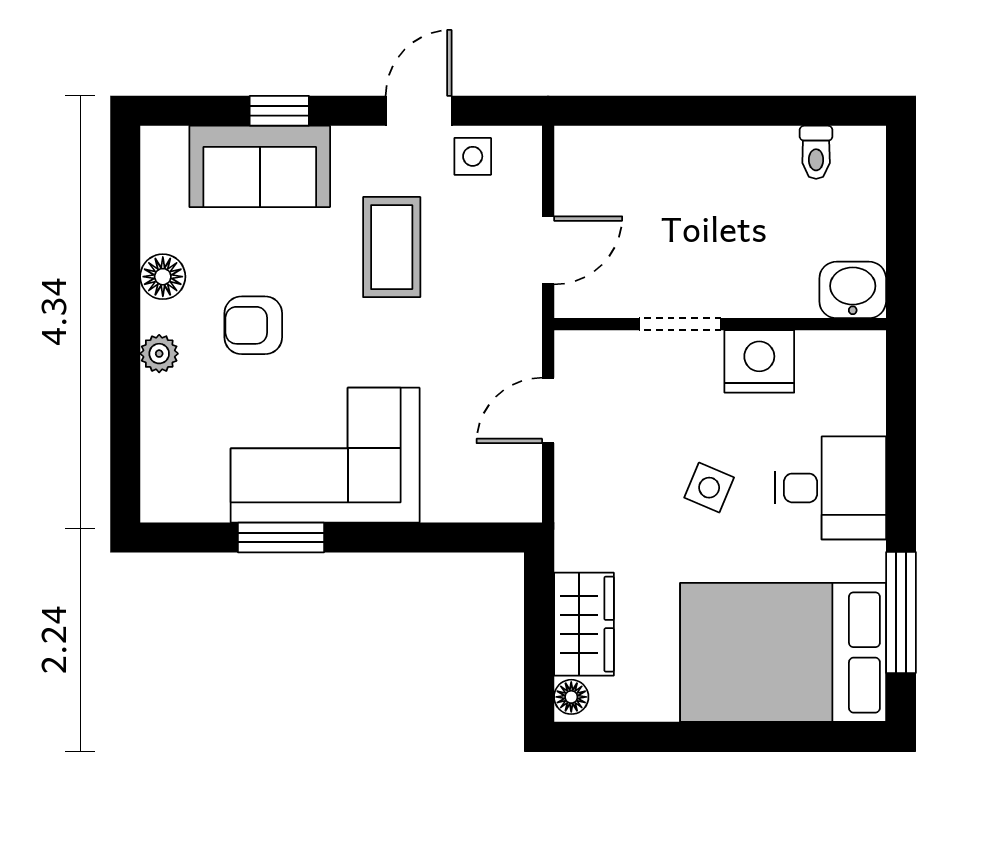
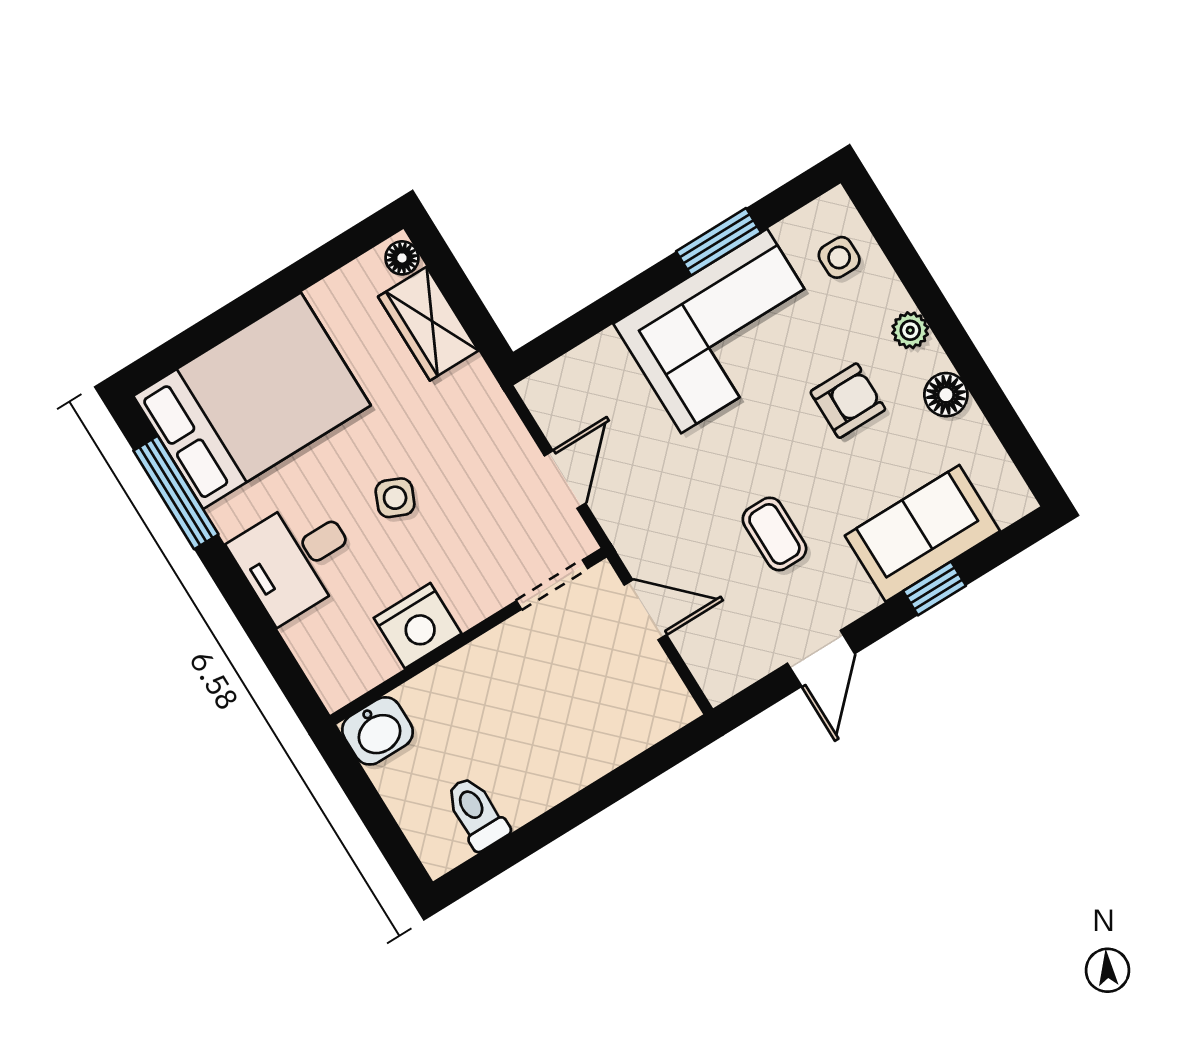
toilet: (816, 152) -> (476, 813), width x1.37, depth x1.39
side table: (473, 156) -> (839, 257), moved
coffee table: (392, 247) -> (774, 534), width x0.73, depth x0.77
door: (548, 250) -> (645, 610), swing flipped
doorway: (680, 324) -> (552, 585), moved

